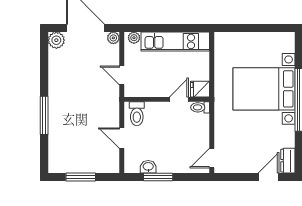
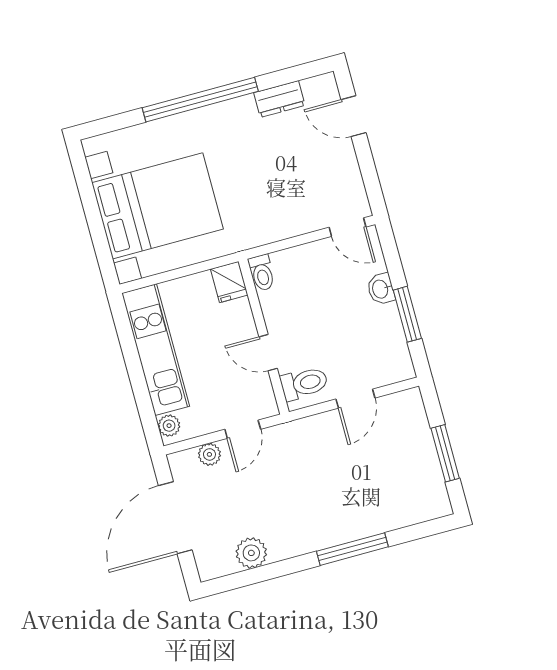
plant: (113, 38) -> (209, 454), moved
plant: (56, 40) -> (251, 553), moved
bed with nightstands: (264, 89) -> (158, 206), moved, turned -90
door: (179, 99) -> (268, 353), moved
dresser: (288, 161) -> (279, 99), moved
washbasin: (148, 167) -> (381, 289), moved

